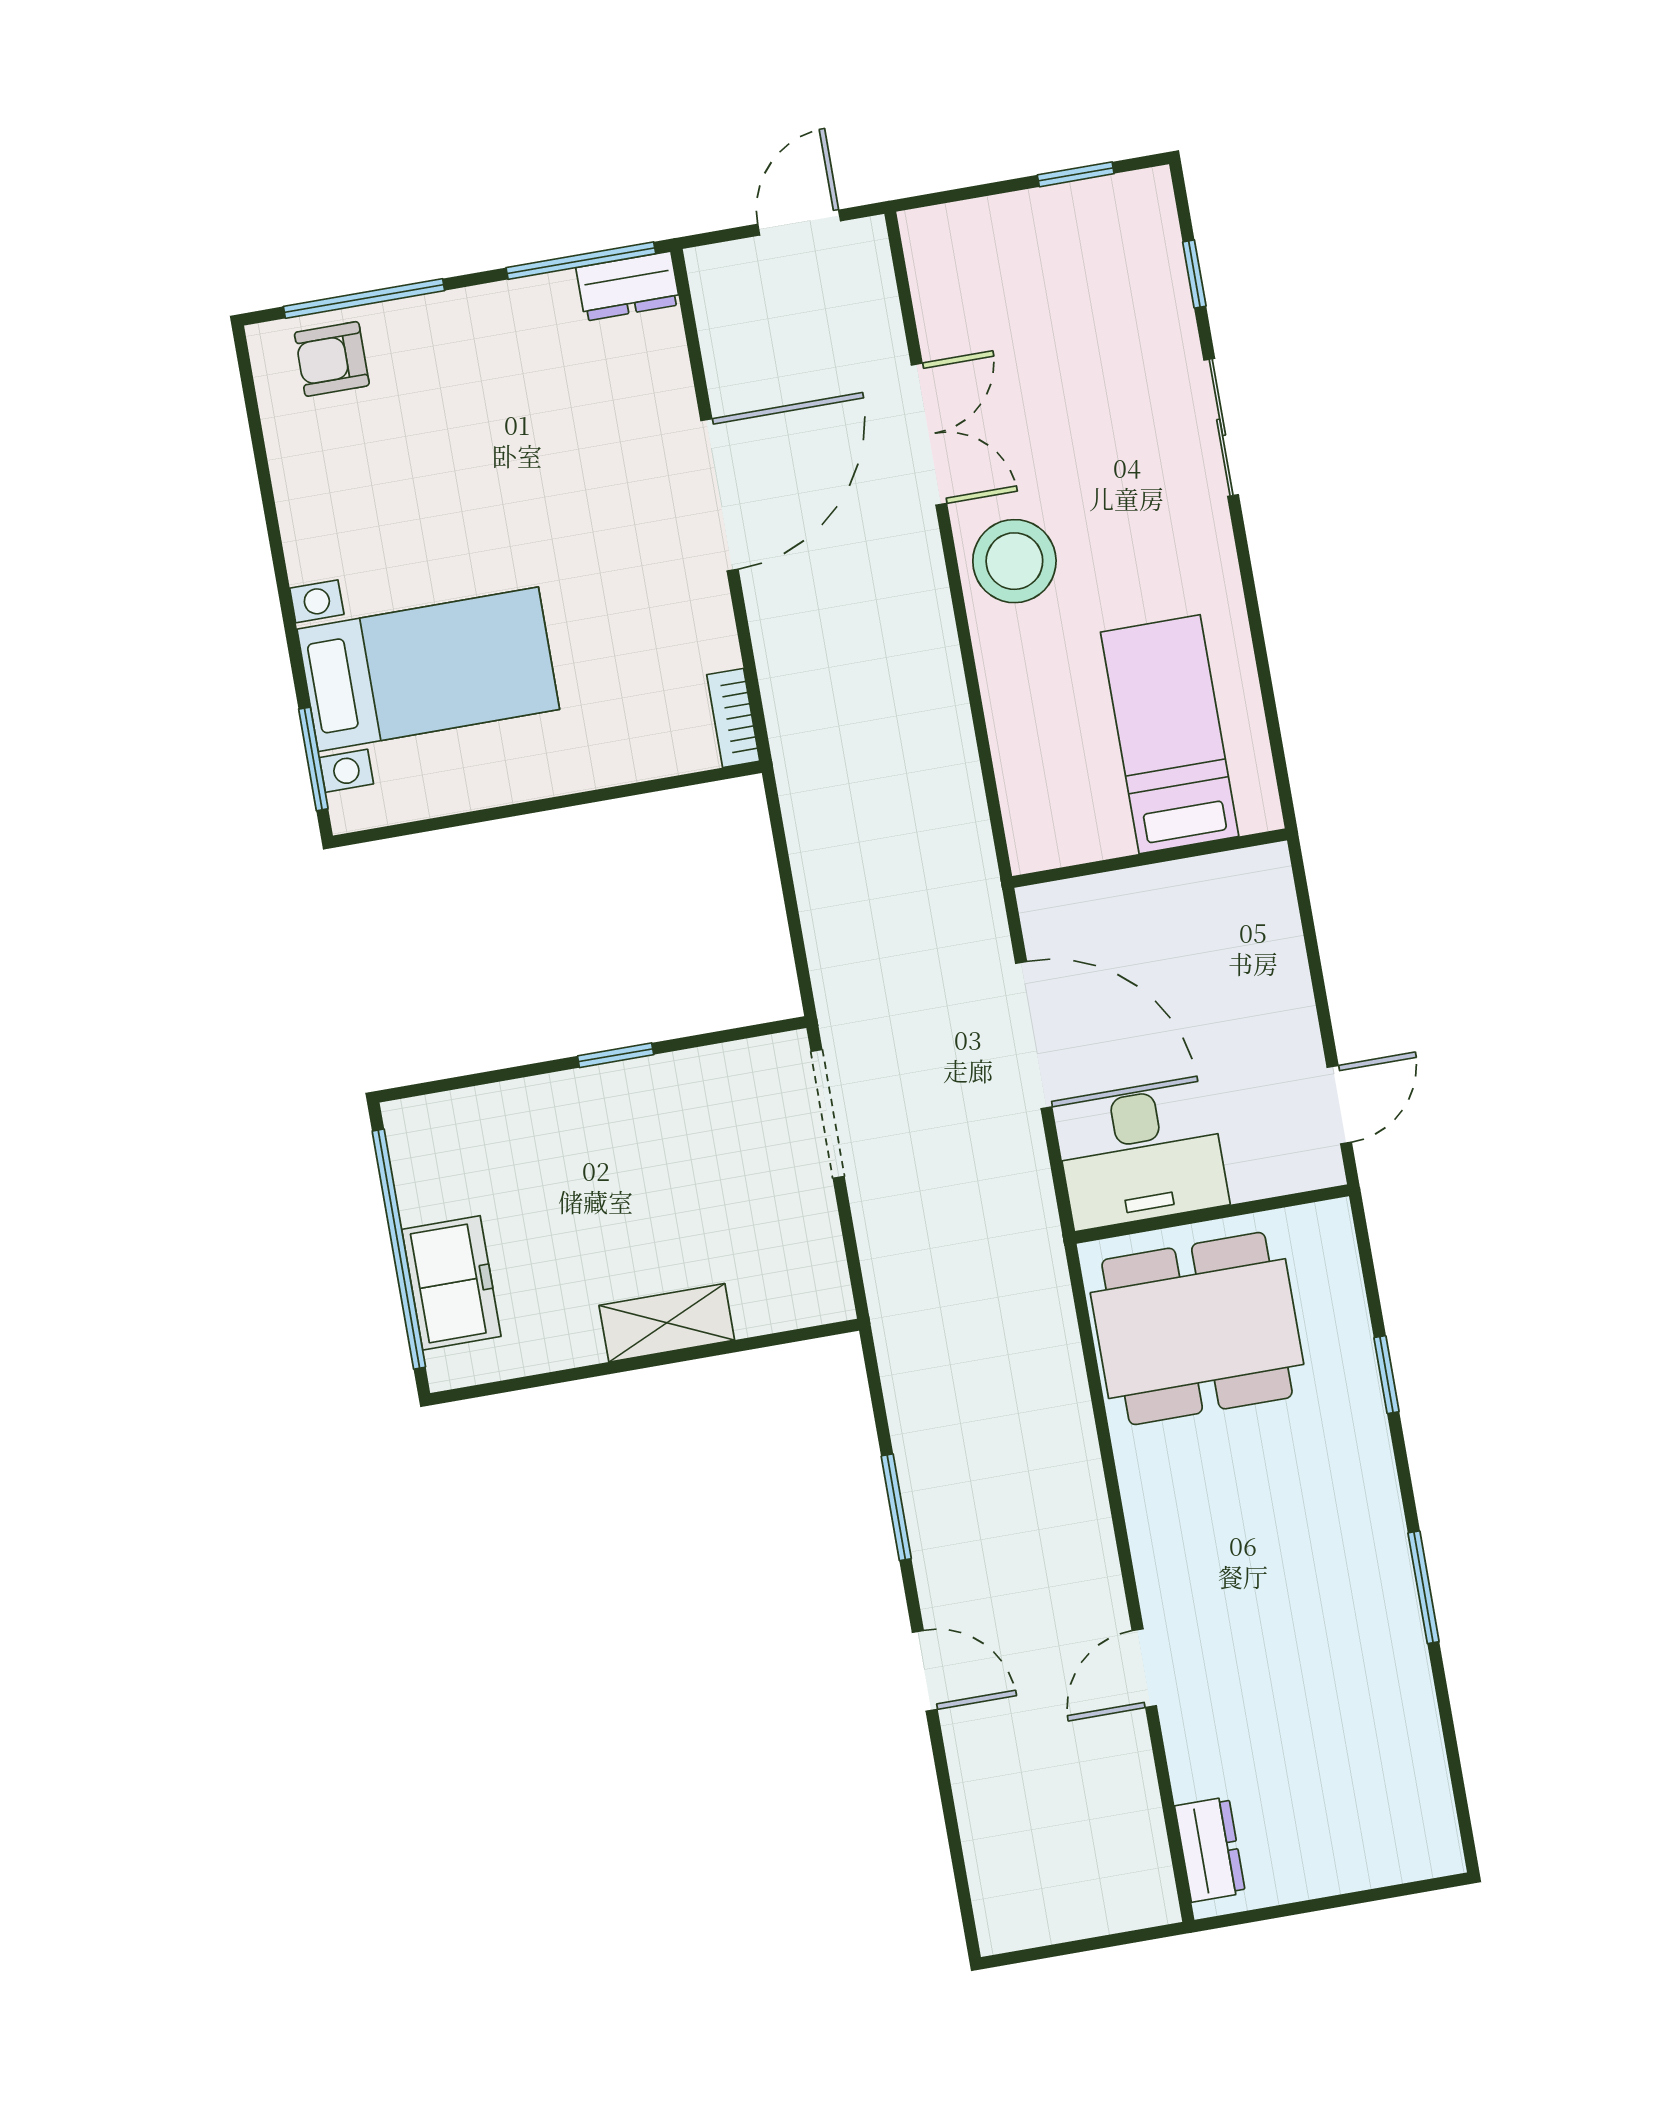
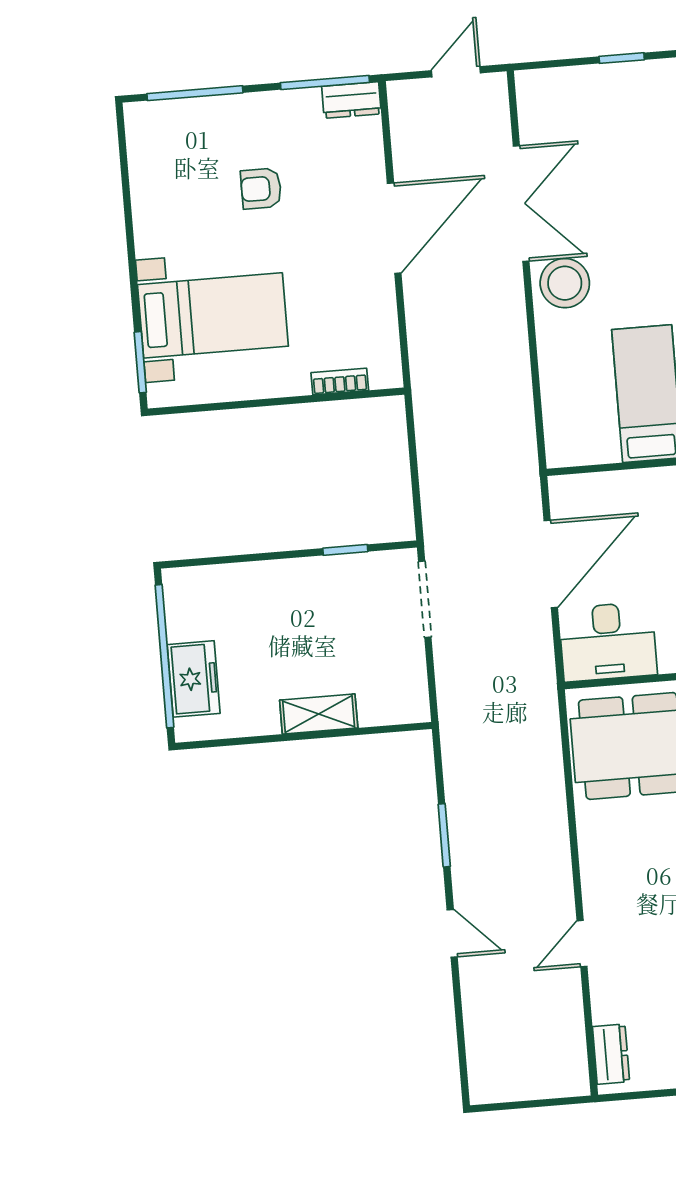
armchair: (332, 359) -> (261, 189), moved
double door: (929, 434) -> (521, 204), width x1.37
bookcase: (733, 718) -> (340, 382), moved, turned 90
door: (1034, 1035) -> (551, 564), hinge flipped
window: (616, 1055) -> (345, 550), moved

